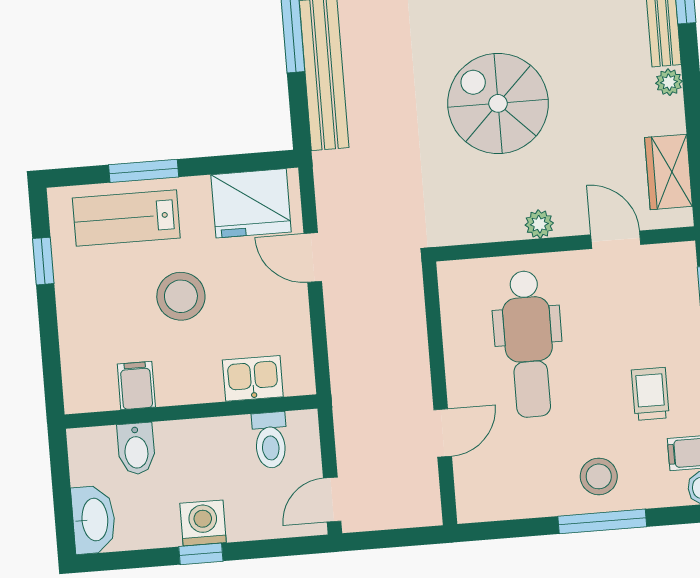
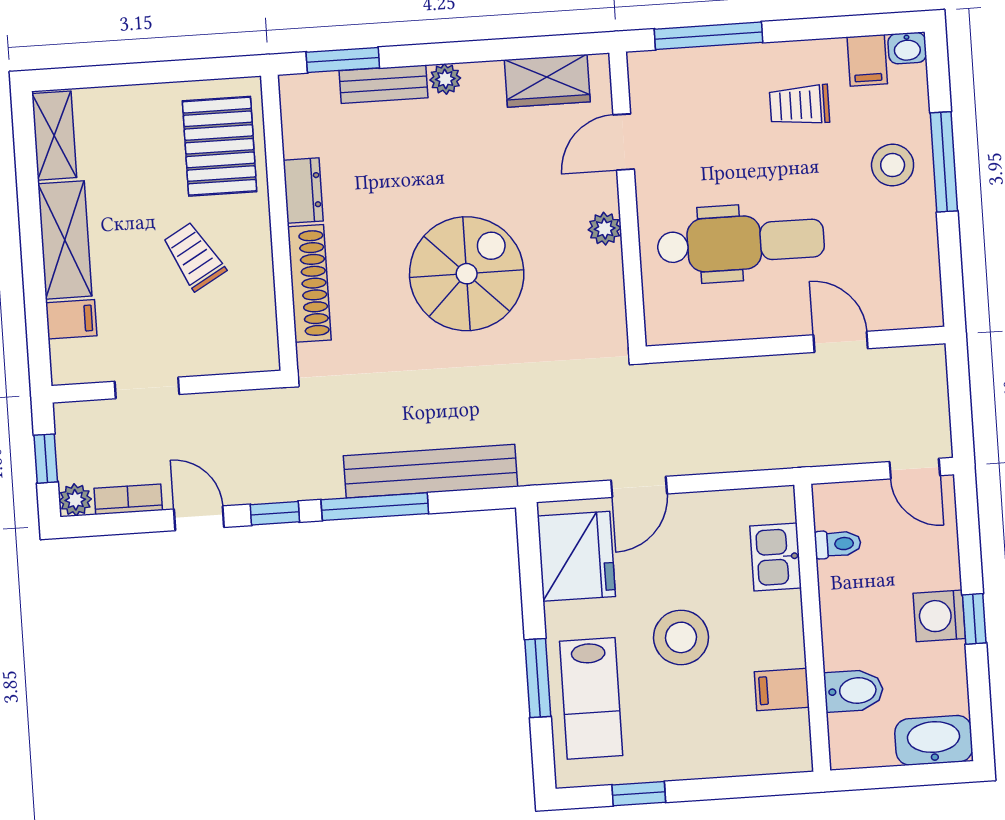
spiral stairs: (498, 103) -> (467, 274), turned 180
toilet: (270, 440) -> (838, 544), width x0.73, depth x0.72

